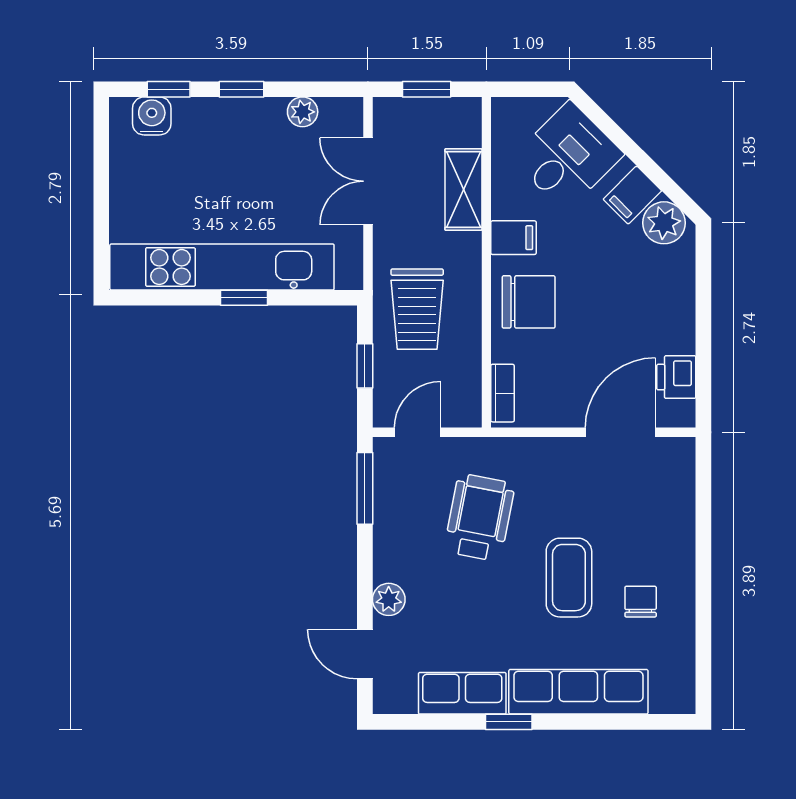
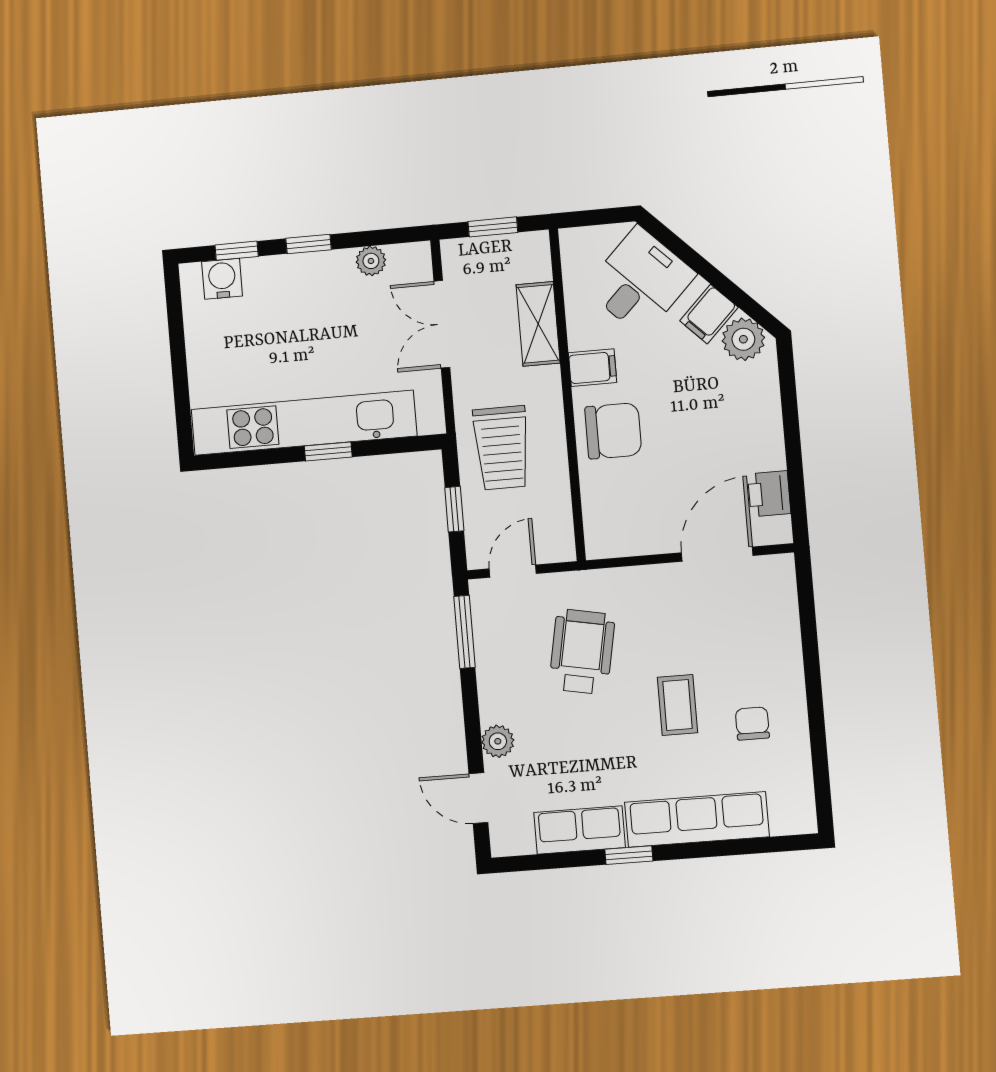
bookcase: (503, 393) -> (595, 525), removed
coffee table: (569, 578) -> (678, 705), width x0.73, depth x0.77

